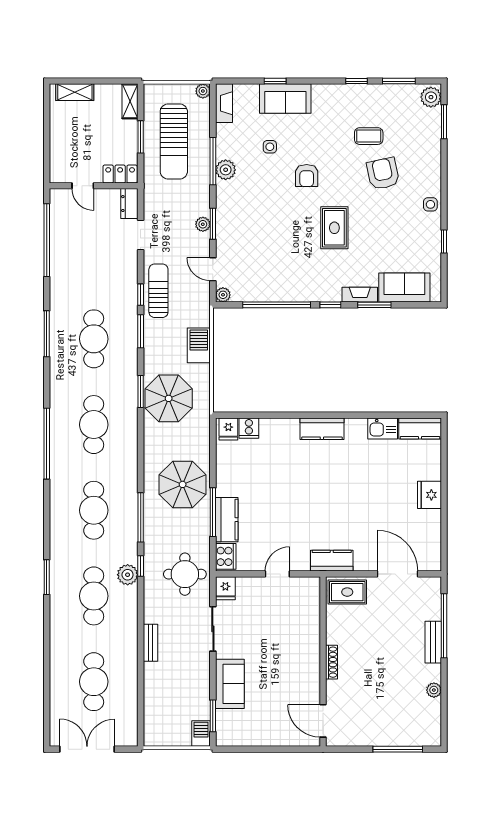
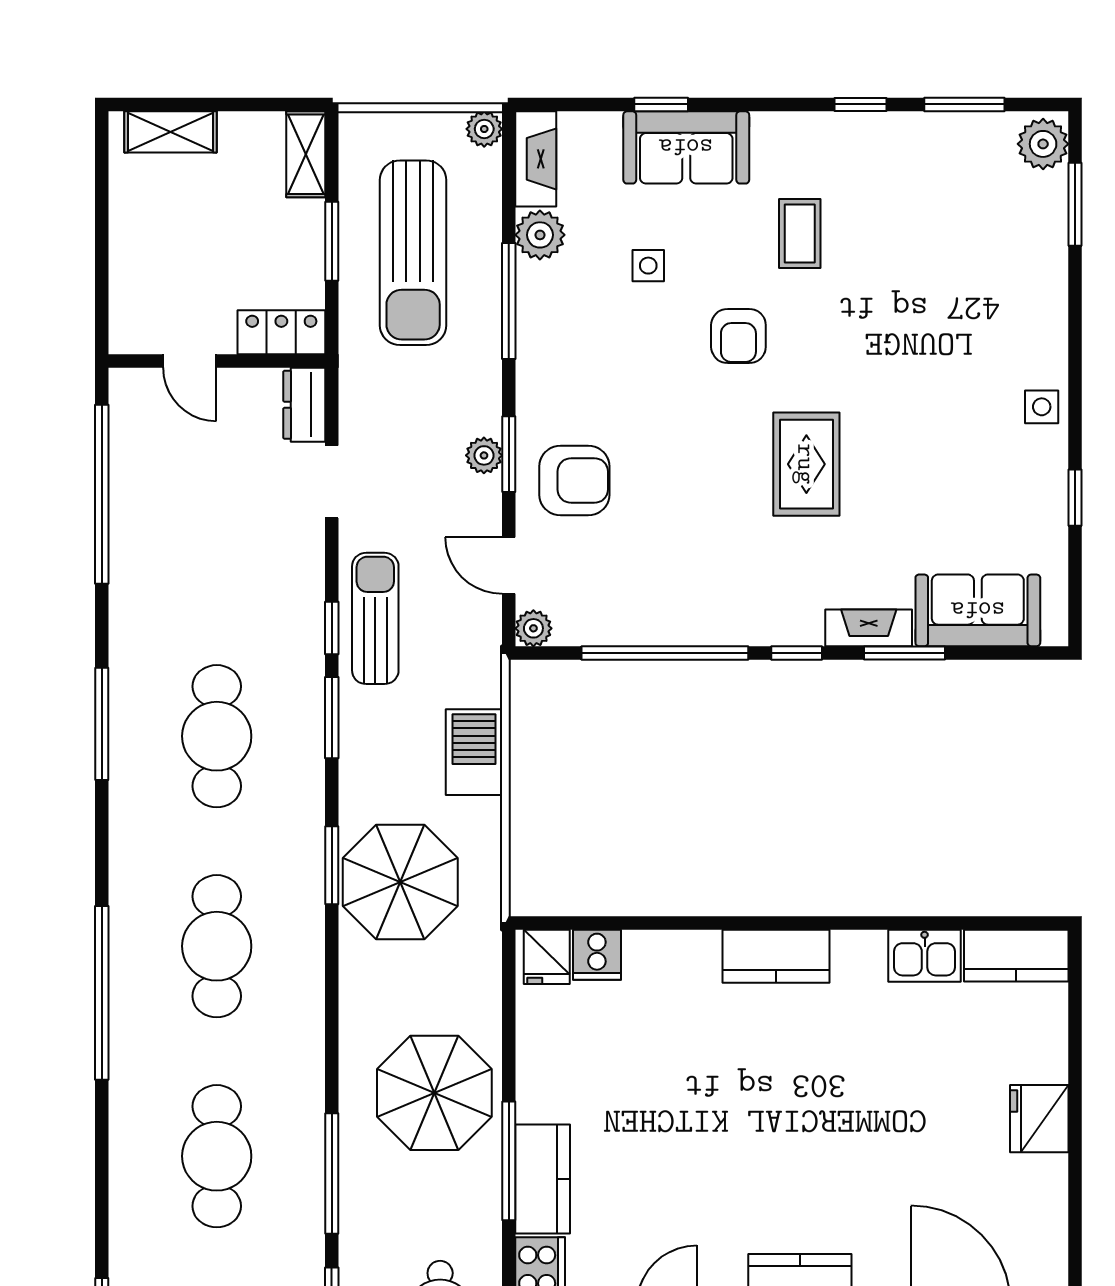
coffee table: (369, 136) -> (800, 234), moved, turned 90
plant: (226, 170) -> (540, 235), moved
armchair: (383, 174) -> (574, 481), moved, turned 102

